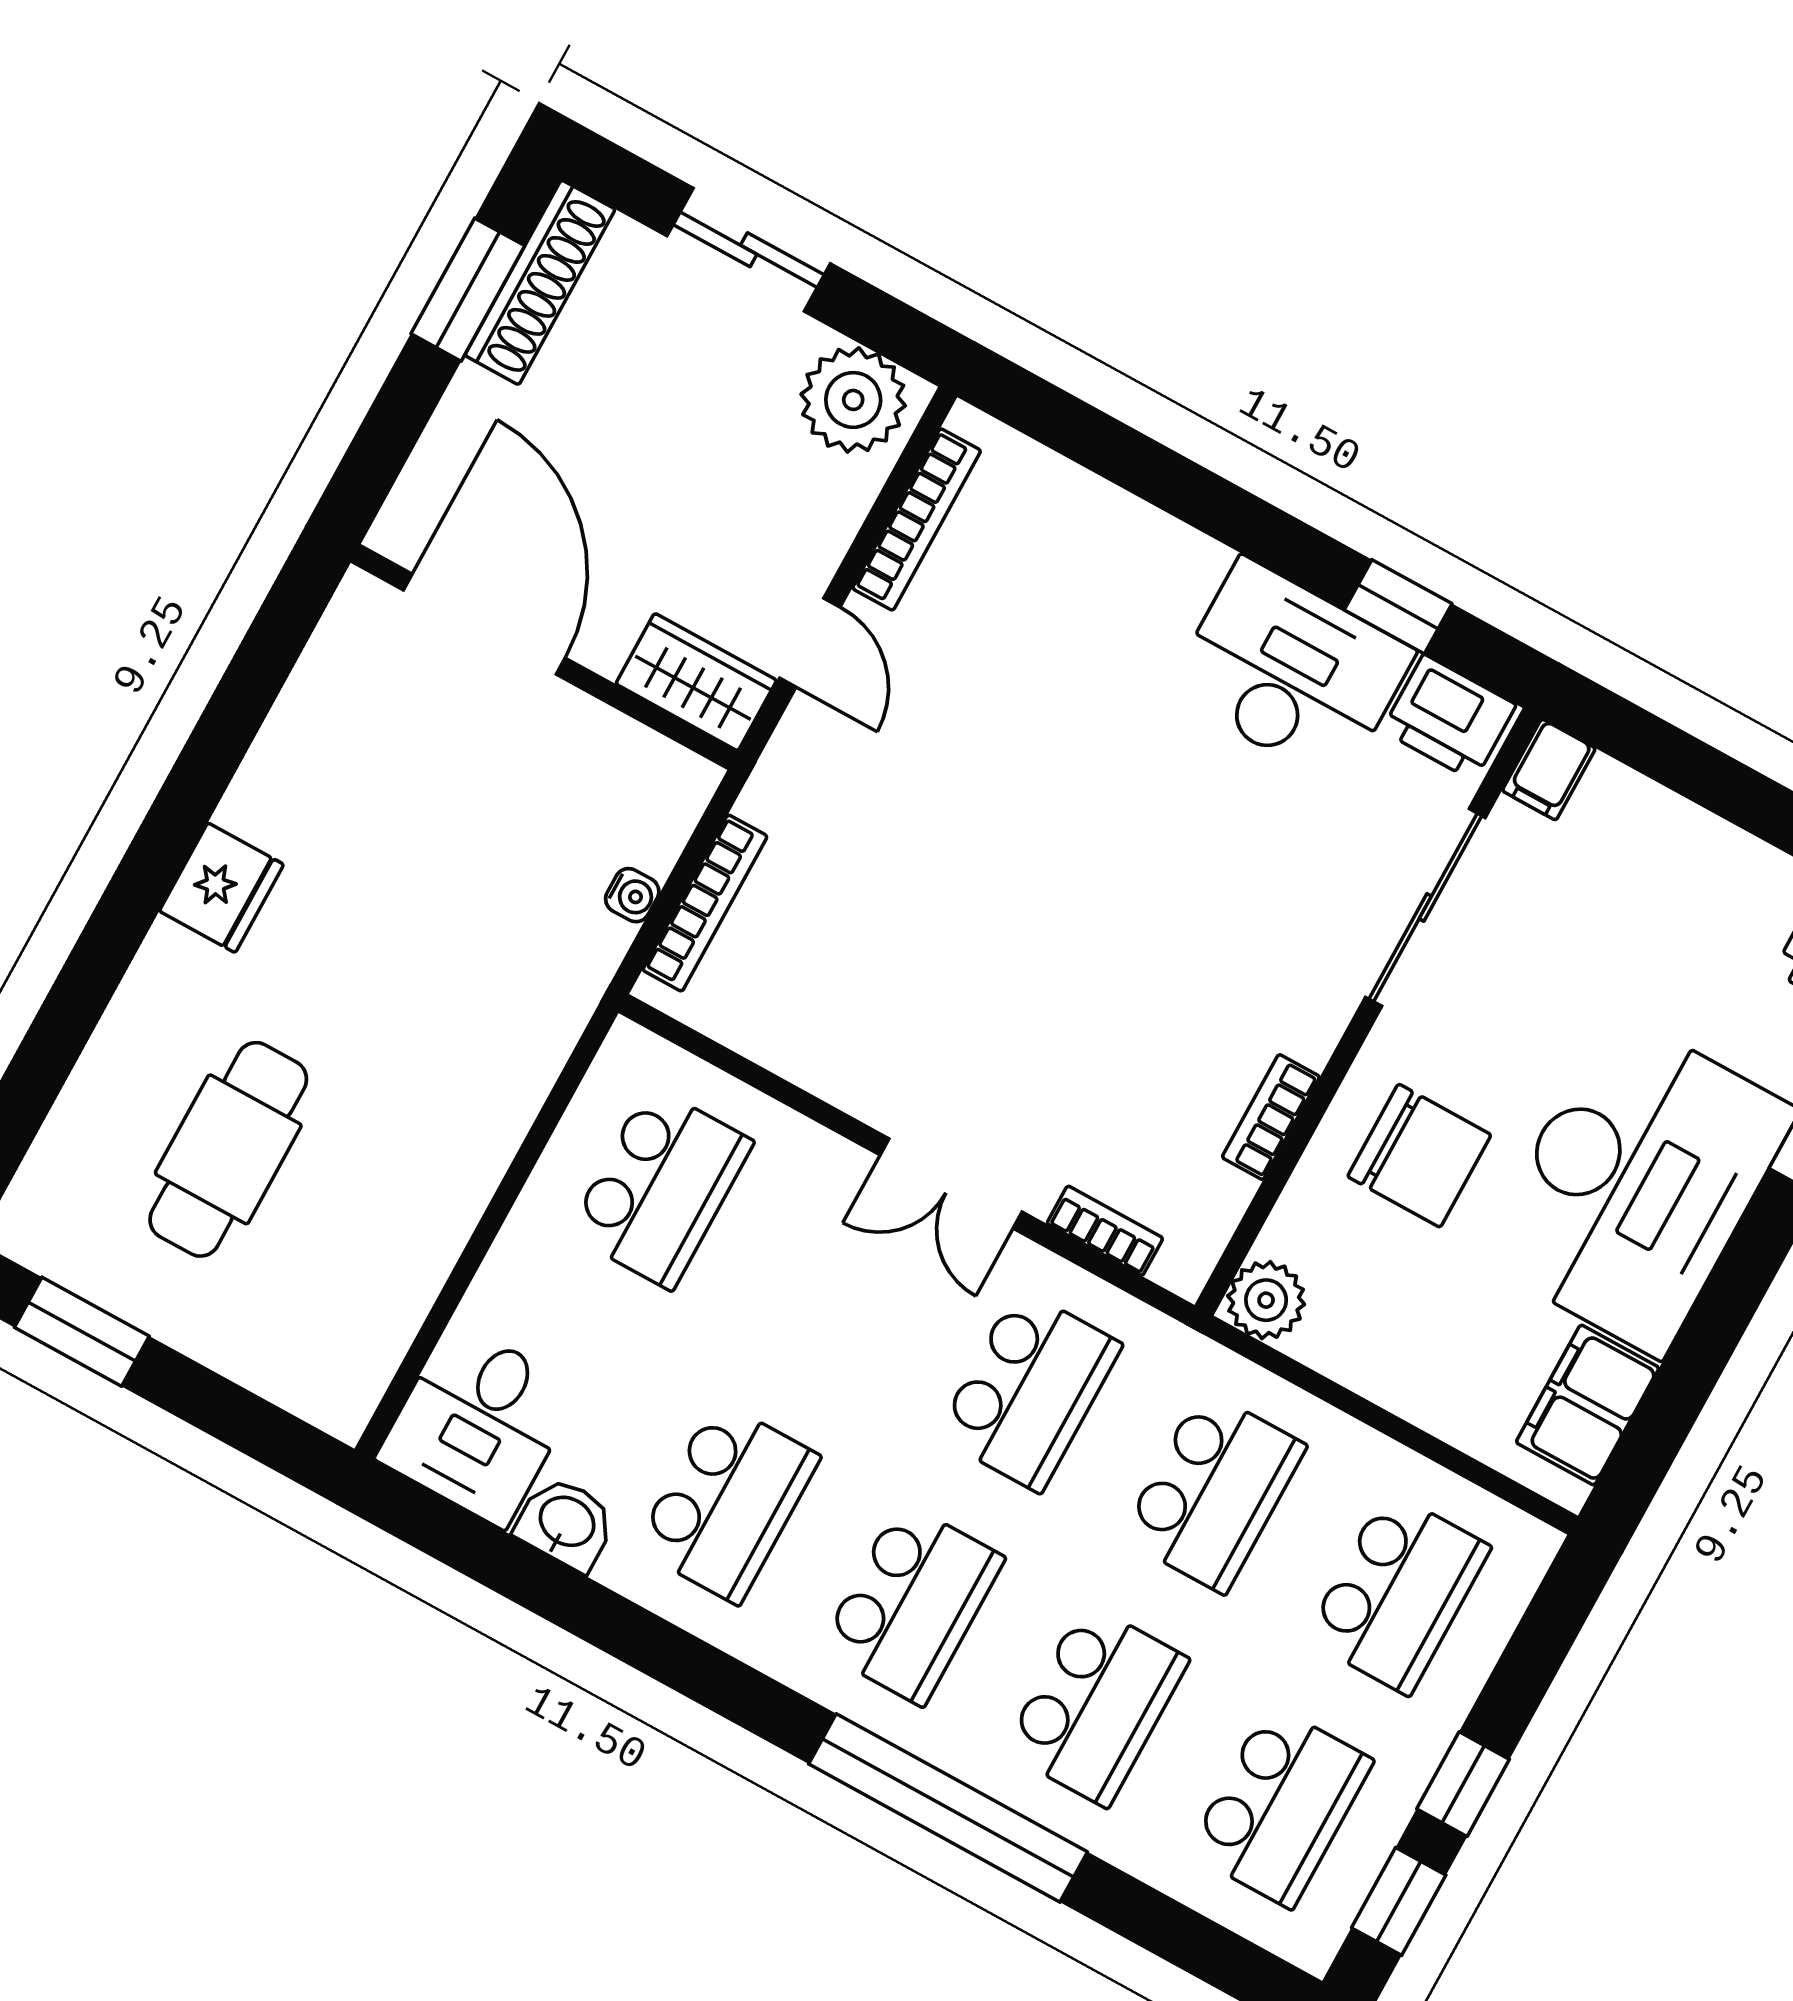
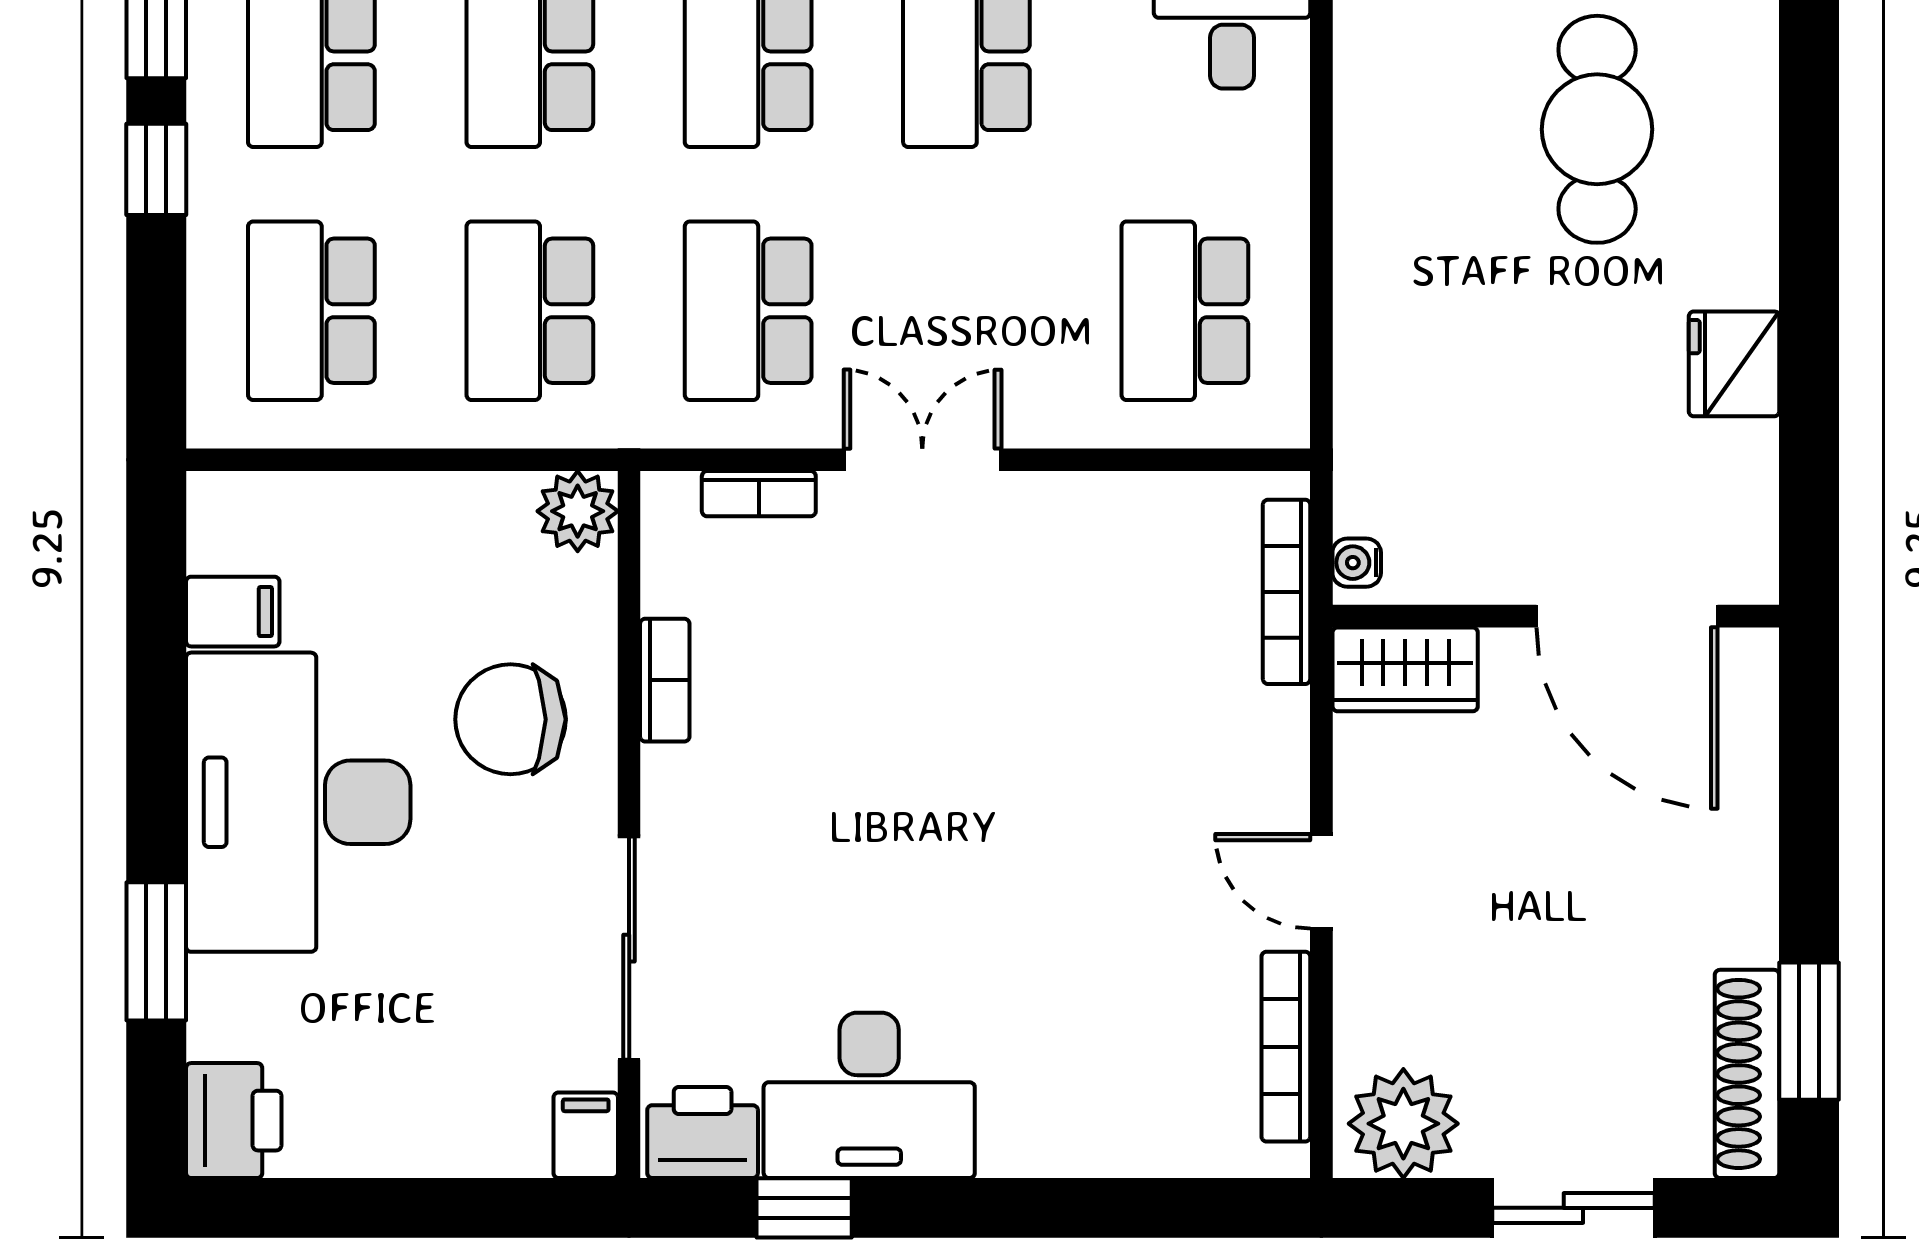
door: (484, 624) -> (1627, 616), moved
wall: (544, 657) -> (1556, 616), moved
wardrobe: (696, 682) -> (1405, 669), moved
filing cabinet: (1587, 1405) -> (233, 612), width x0.50

